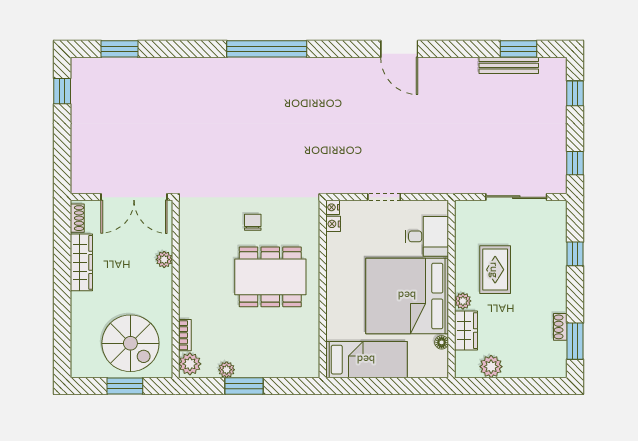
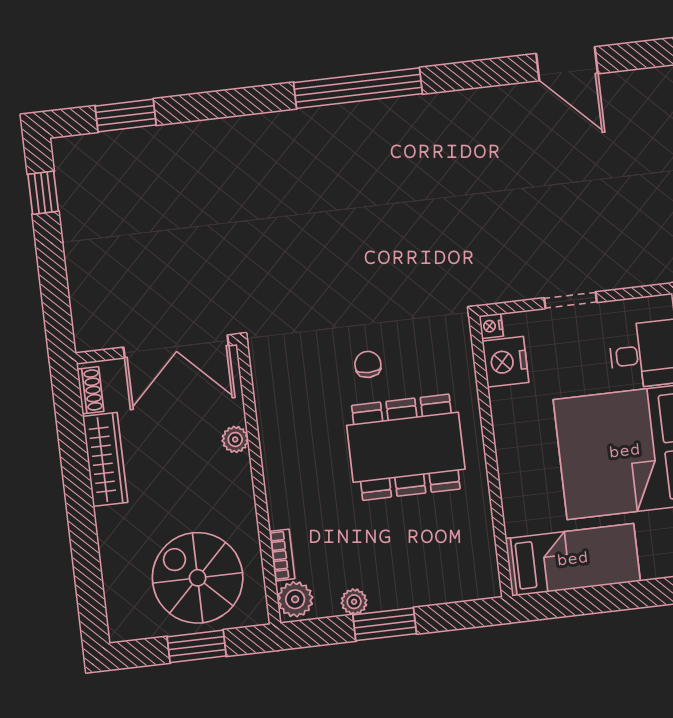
nightstand: (333, 224) -> (505, 362), width x1.89, depth x1.79
spiral stairs: (130, 343) -> (198, 578), turned 180

